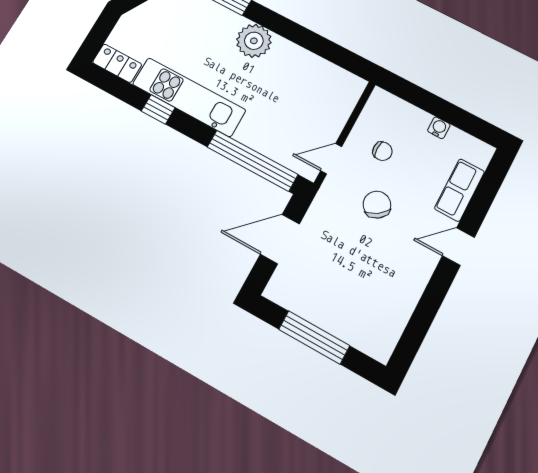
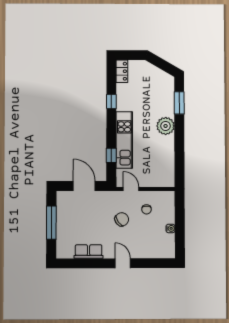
kitchen unit: (189, 97) -> (124, 140), moved
window: (252, 161) -> (111, 155), width x0.32
row of seats: (459, 190) -> (89, 252), moved

